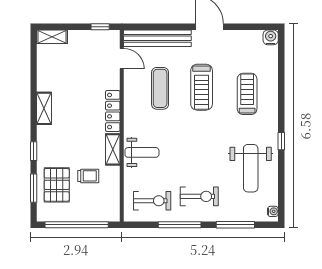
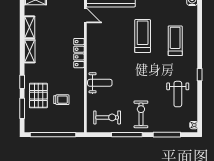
treadmill: (202, 87) -> (143, 36), turned 180
exercise mat: (160, 88) -> (113, 37), removed
shelving: (113, 149) -> (30, 27), moved
weight bench: (251, 168) -> (178, 94), width x0.73, depth x0.75
pallet: (57, 185) -> (38, 96), moved
exercise bike: (199, 196) -> (141, 114), turned -90

